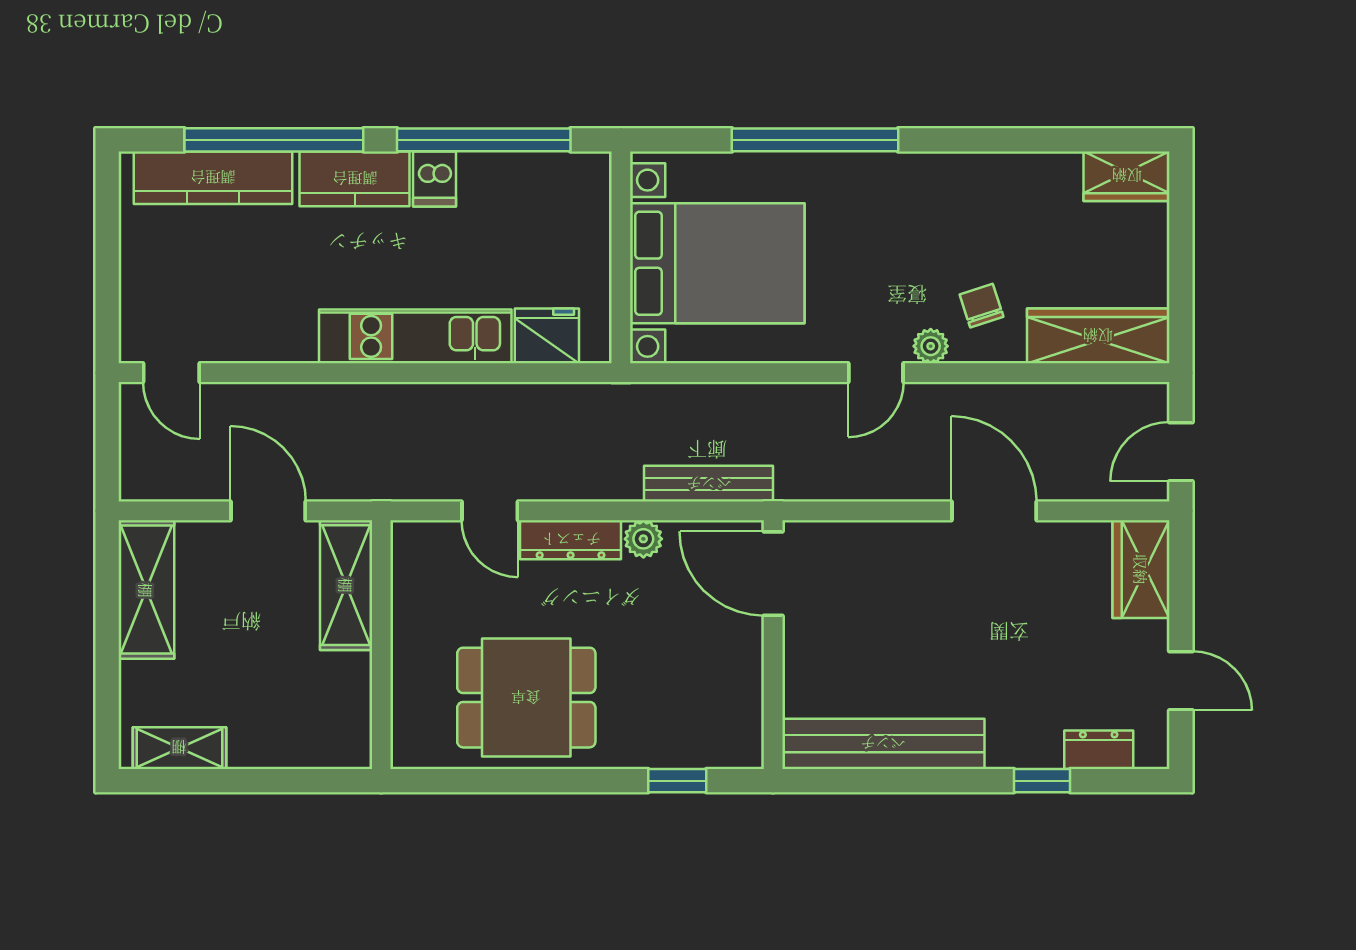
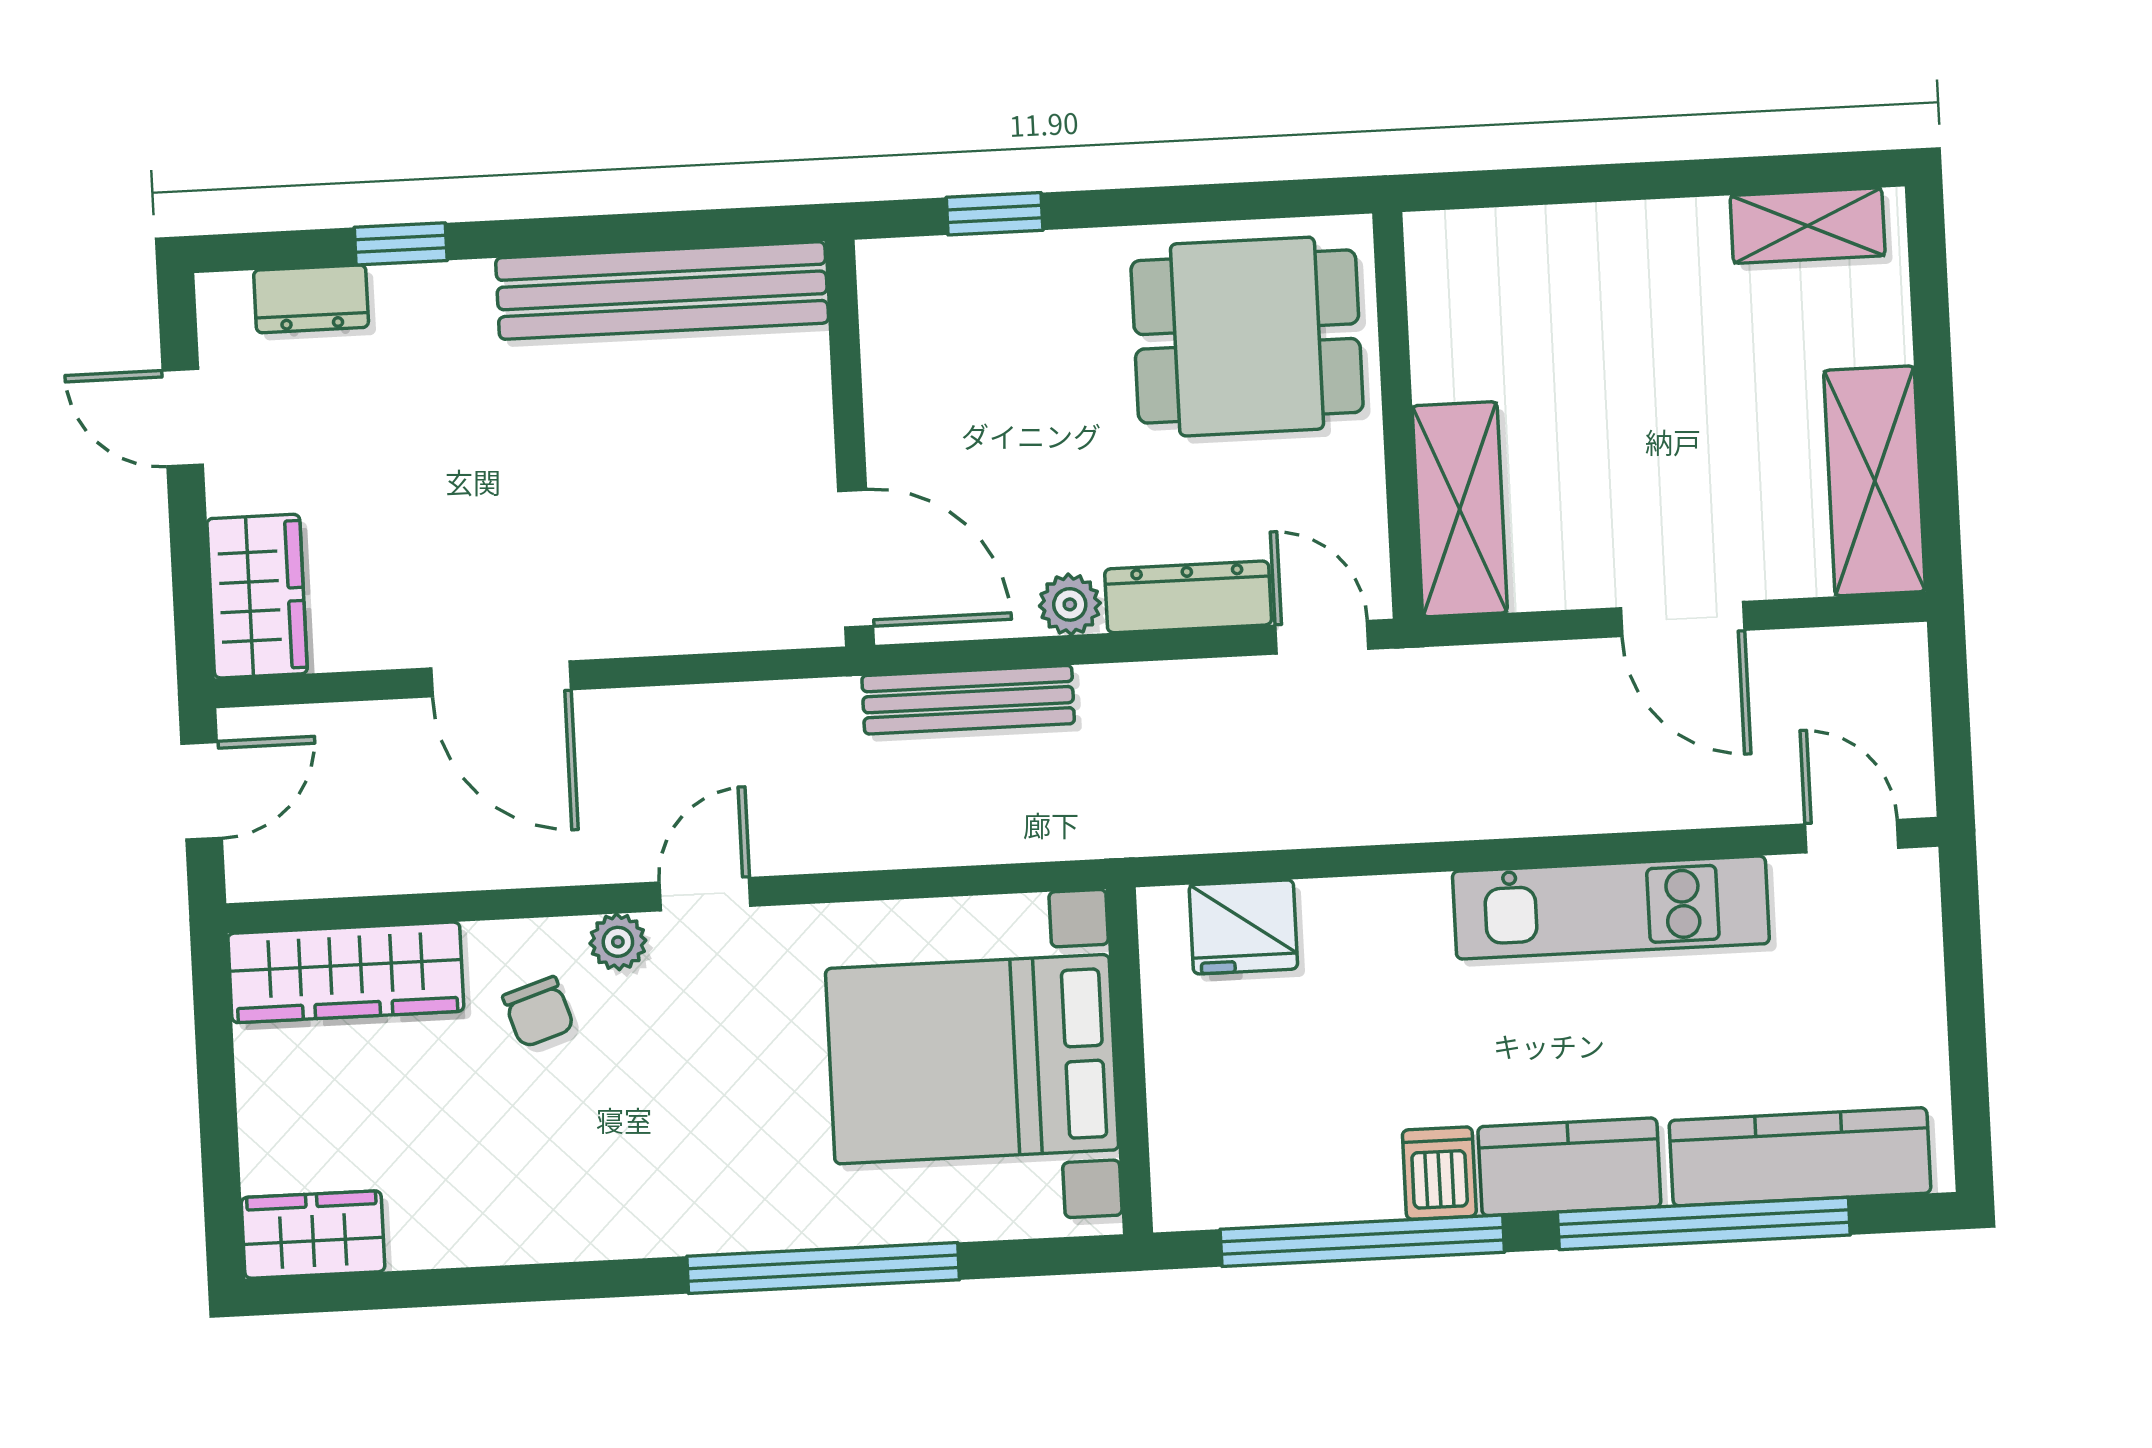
kitchen unit: (415, 336) -> (1611, 908), moved
shelving: (346, 585) -> (1460, 509), moved
wall: (381, 645) -> (1398, 415), moved

